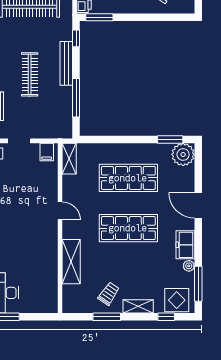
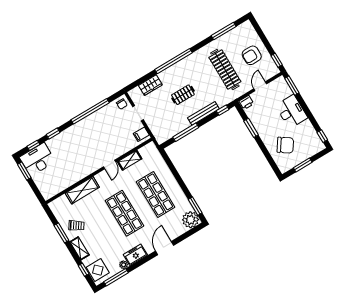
window: (99, 17) -> (251, 128), moved
clothes rail: (30, 74) -> (183, 95), width x0.73
shelving: (69, 159) -> (130, 160), moved

